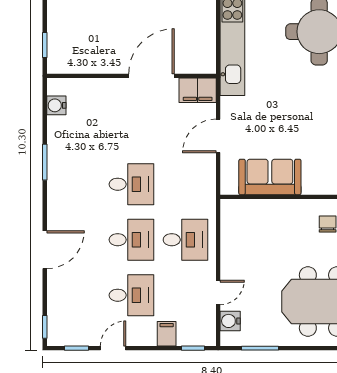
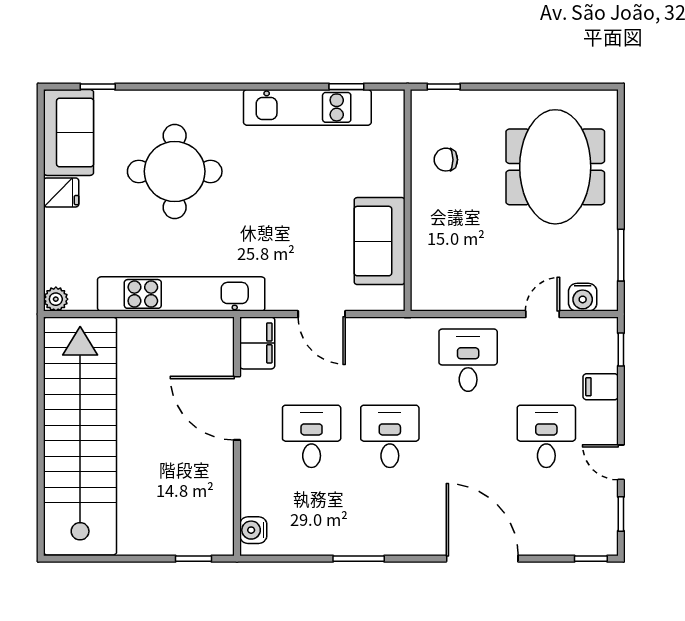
water cooler: (56, 105) -> (253, 530), moved, turned 90
desk: (131, 240) -> (312, 436), moved
door: (45, 250) -> (482, 559), width x1.36
door: (218, 293) -> (543, 314), hinge flipped

